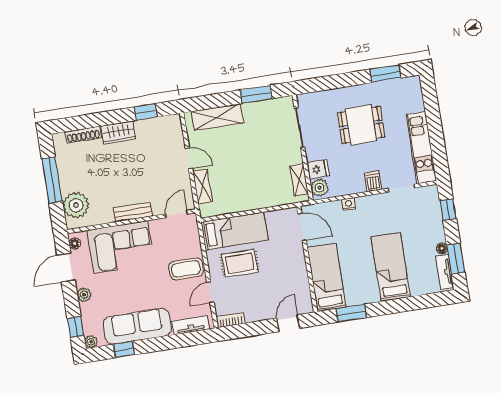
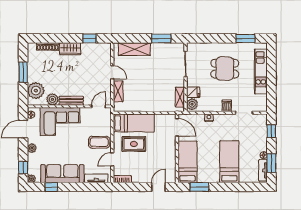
kitchen unit: (421, 148) -> (261, 71), moved
window: (52, 180) -> (23, 72), width x0.69
plant: (104, 215) -> (52, 99), added

